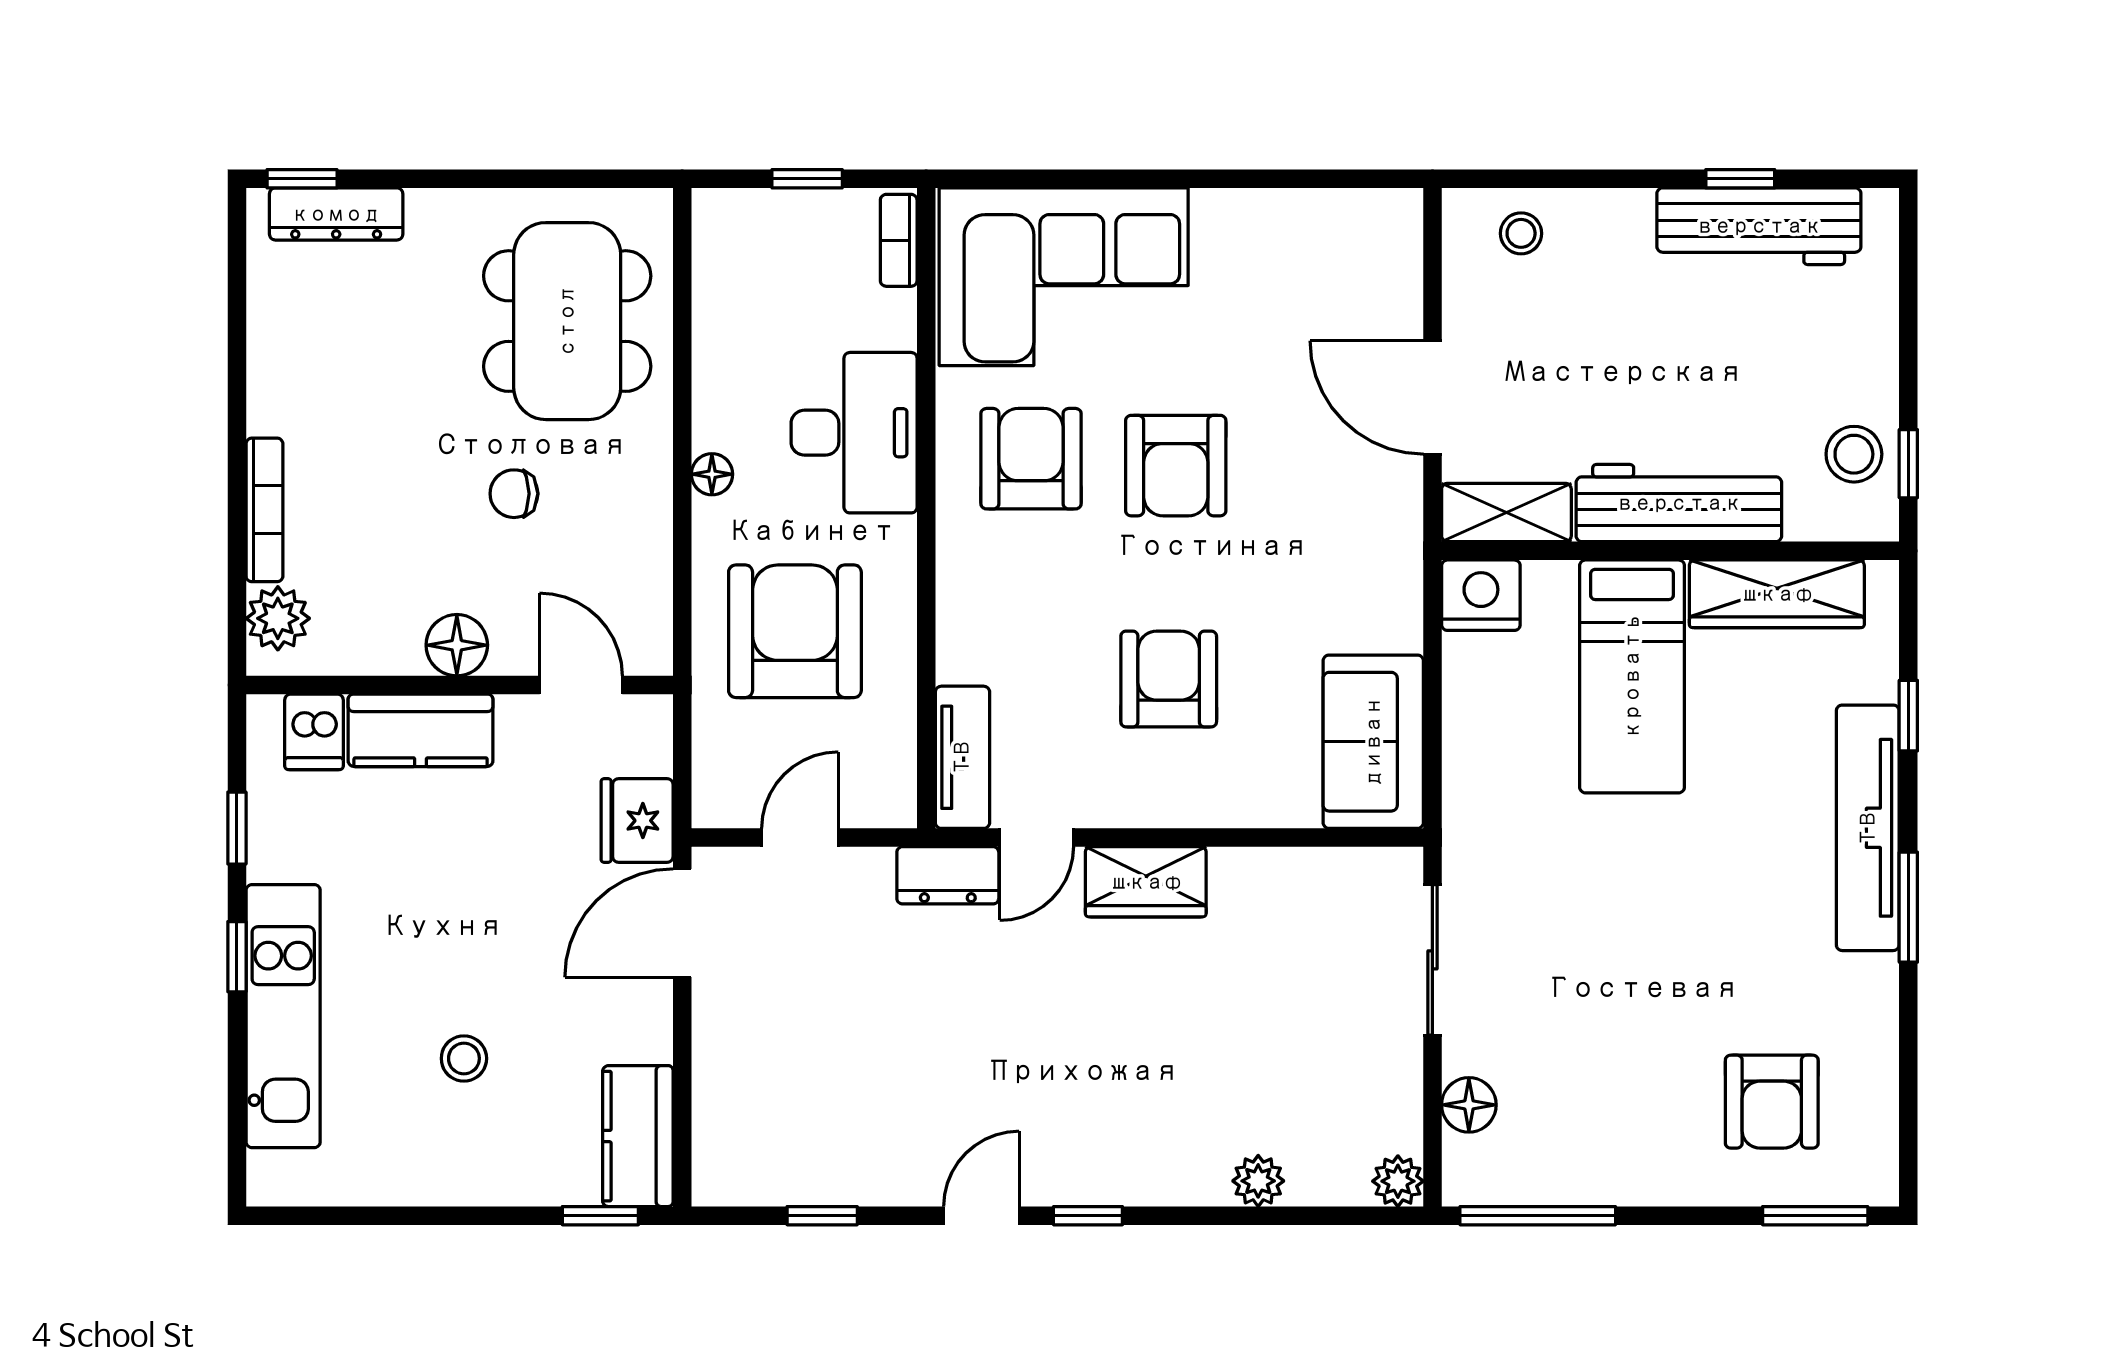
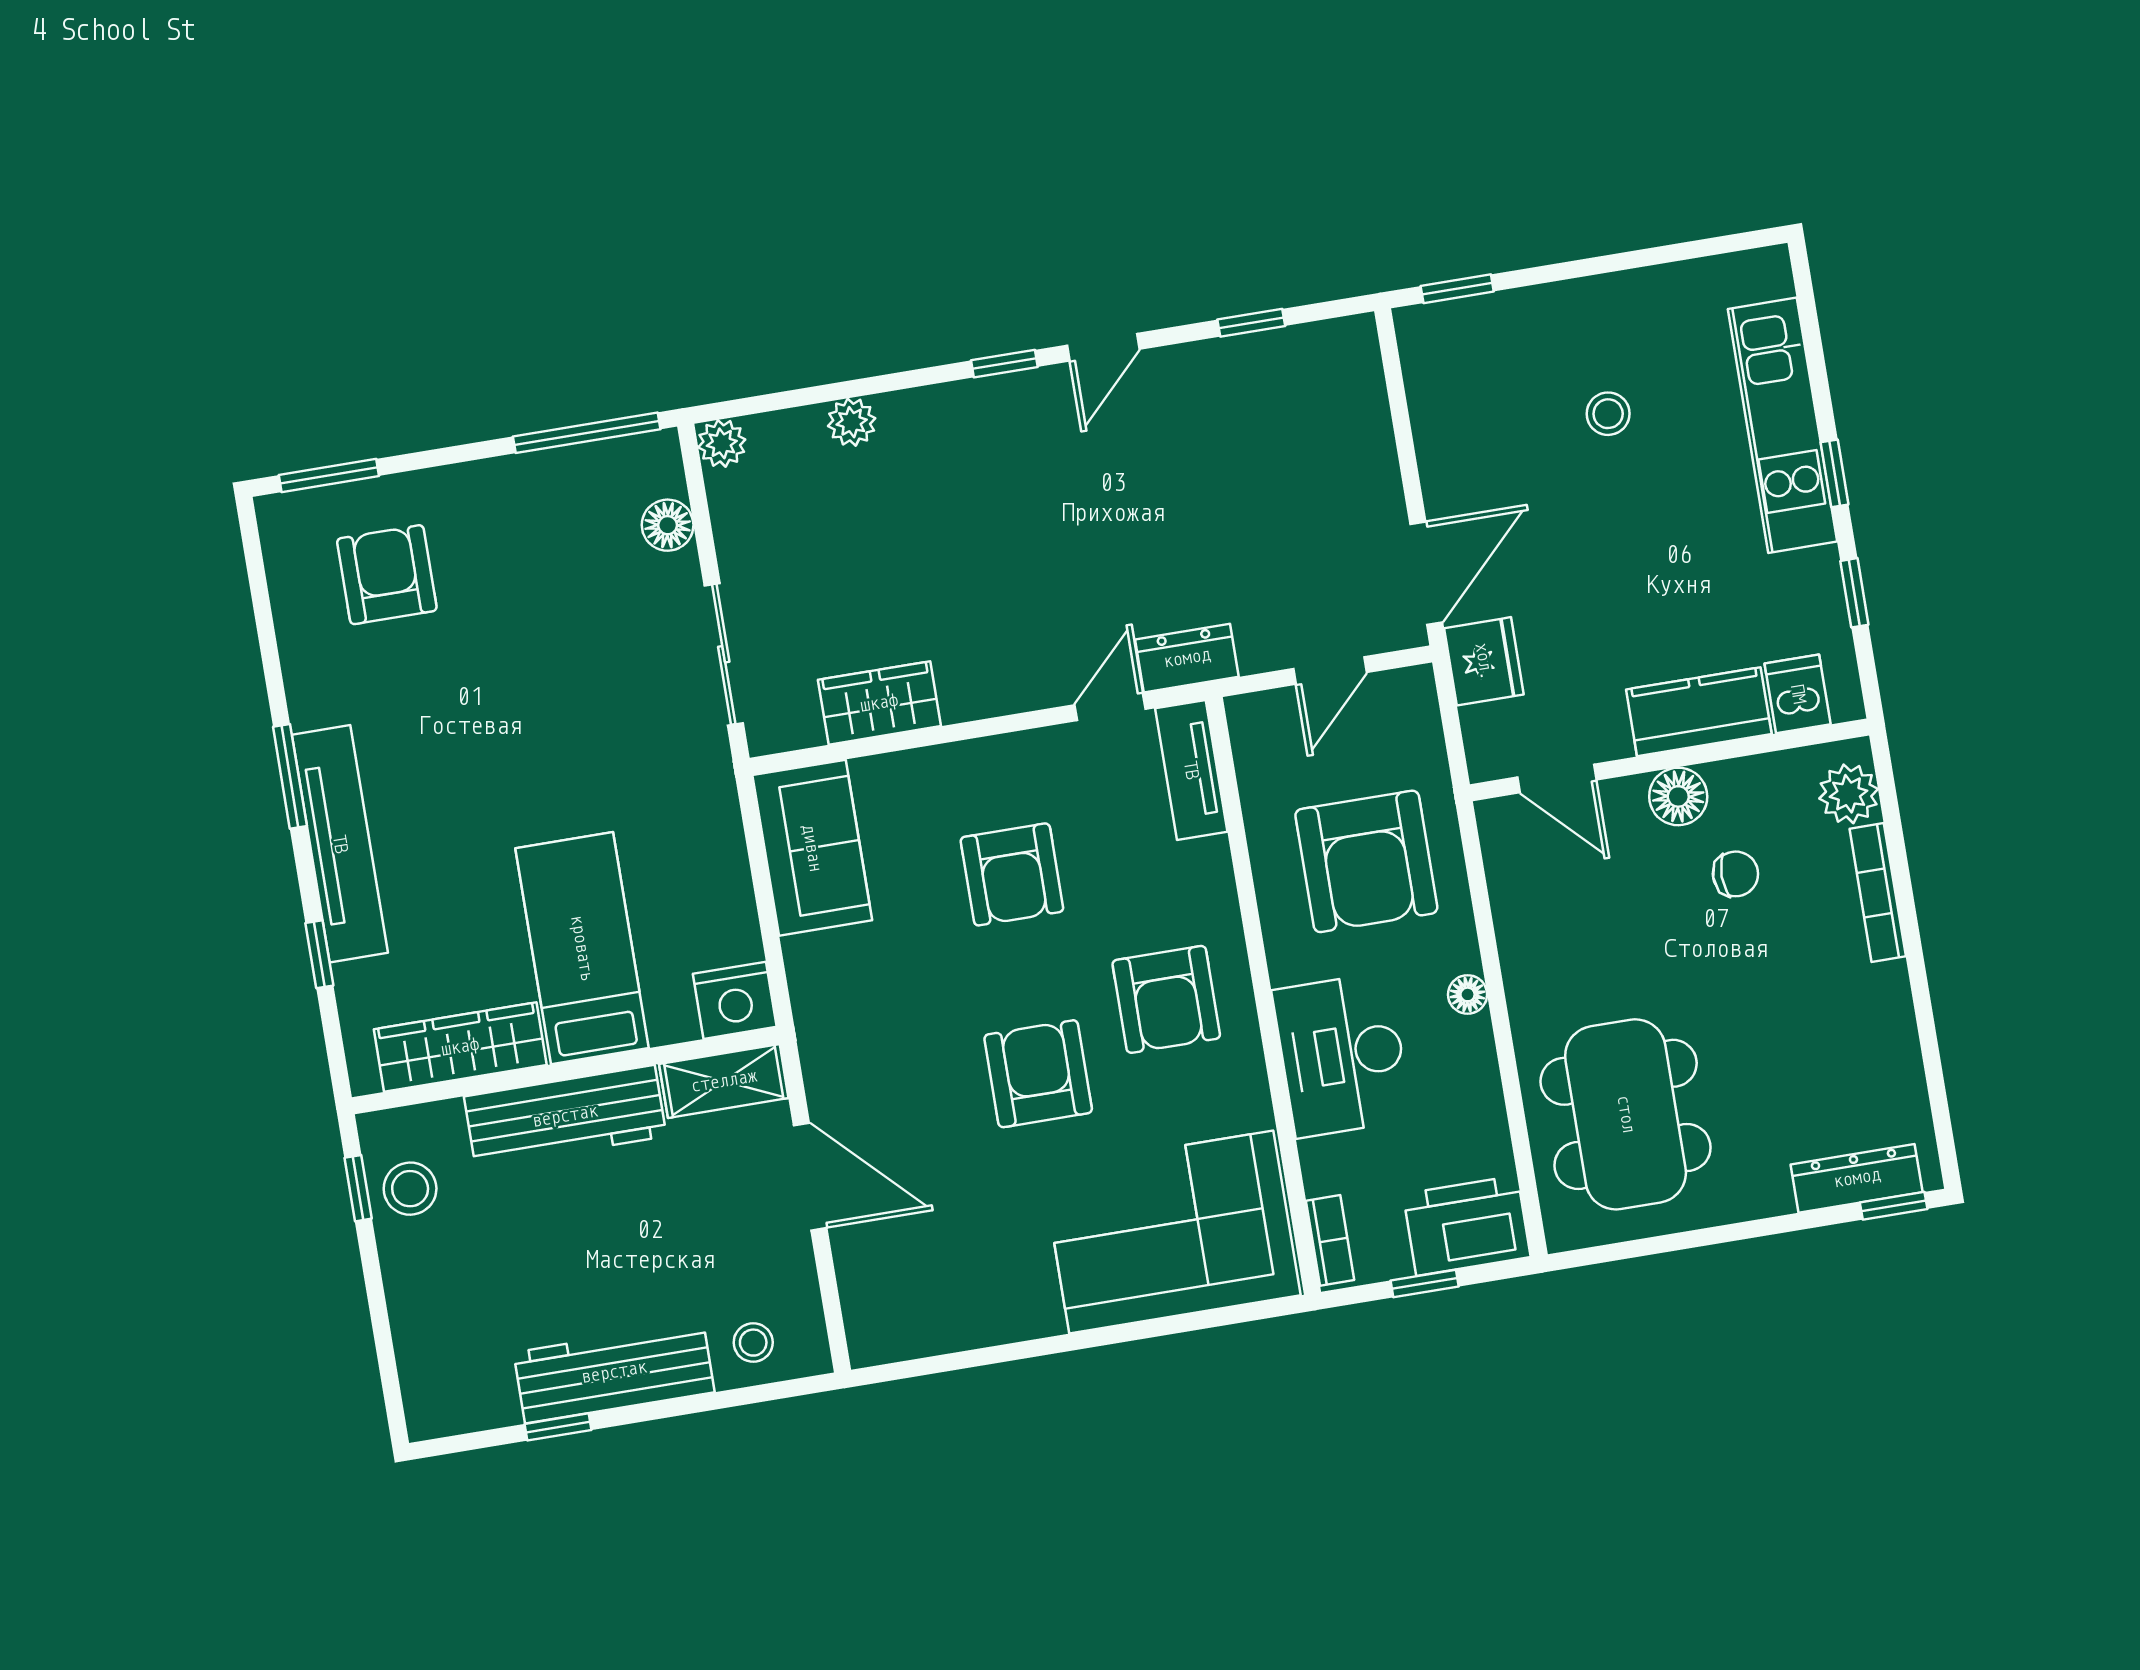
workbench: (1759, 226) -> (614, 1372), moved
printer: (753, 232) -> (1467, 1226), added
armchair: (1031, 459) -> (1166, 999), moved
chair: (514, 494) -> (1735, 874), moved
wardrobe: (1146, 882) -> (879, 703), moved
kitchen counter: (638, 1136) -> (1435, 368), removed

